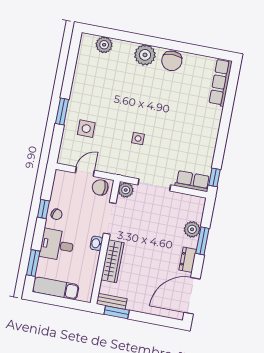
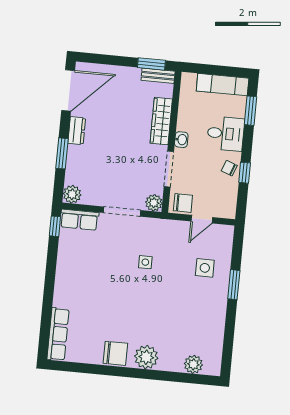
chair: (172, 61) -> (115, 353), turned 90
plant: (192, 229) -> (72, 194), moved

